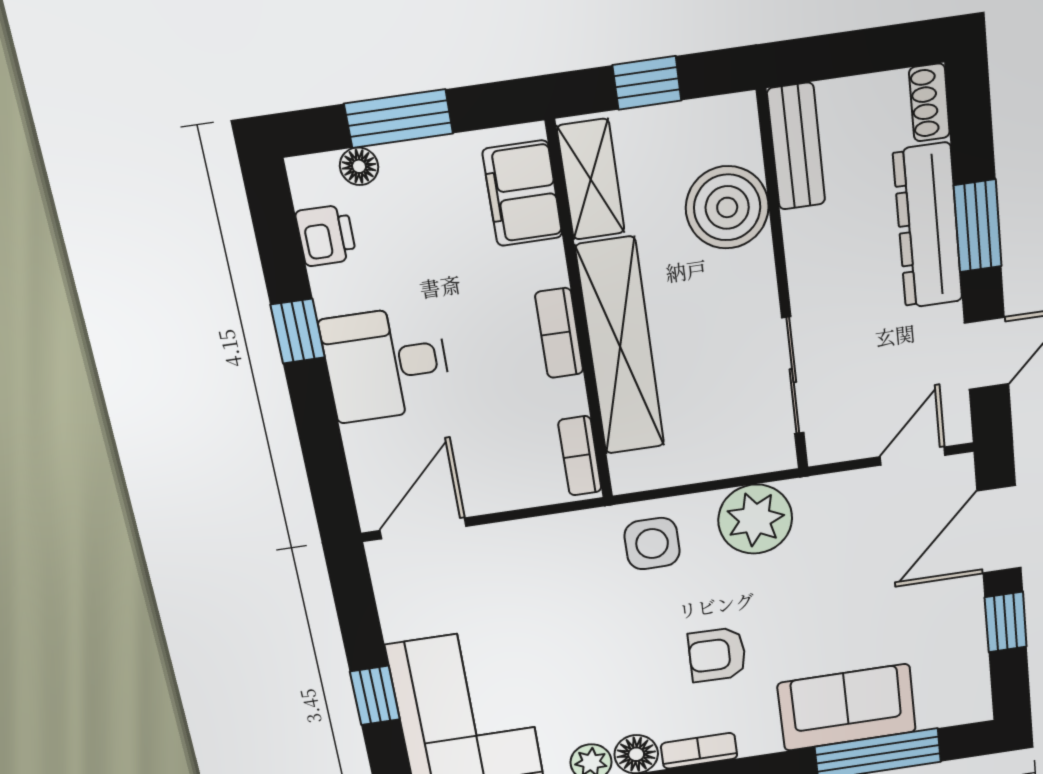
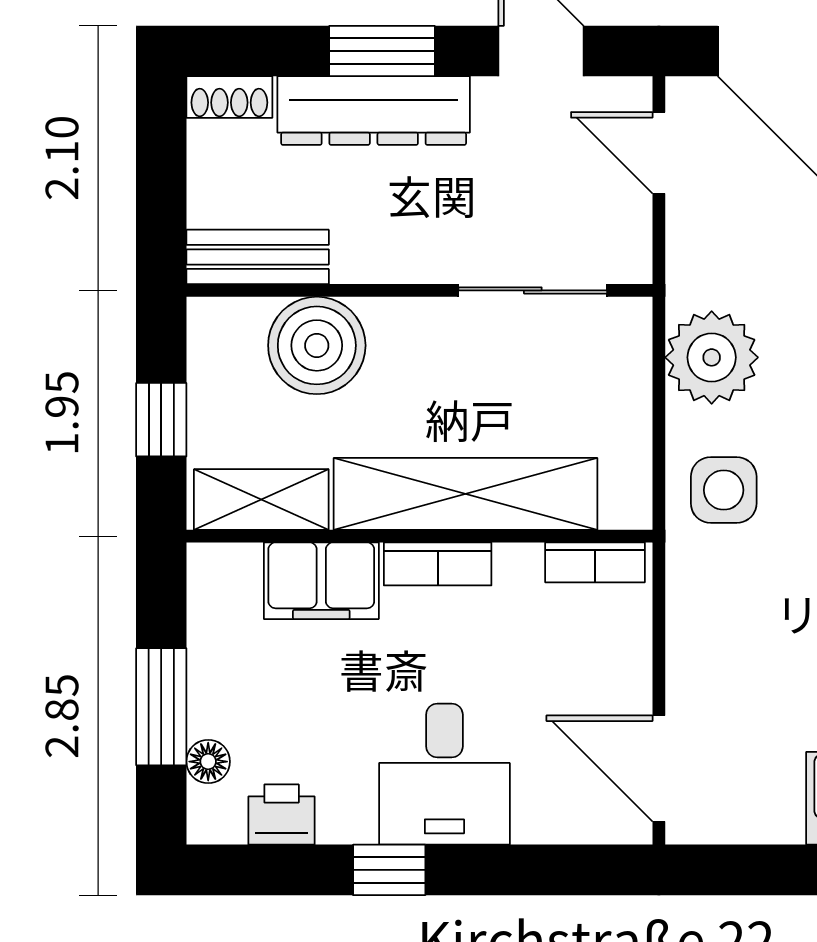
filing cabinet: (522, 193) -> (321, 581), moved

